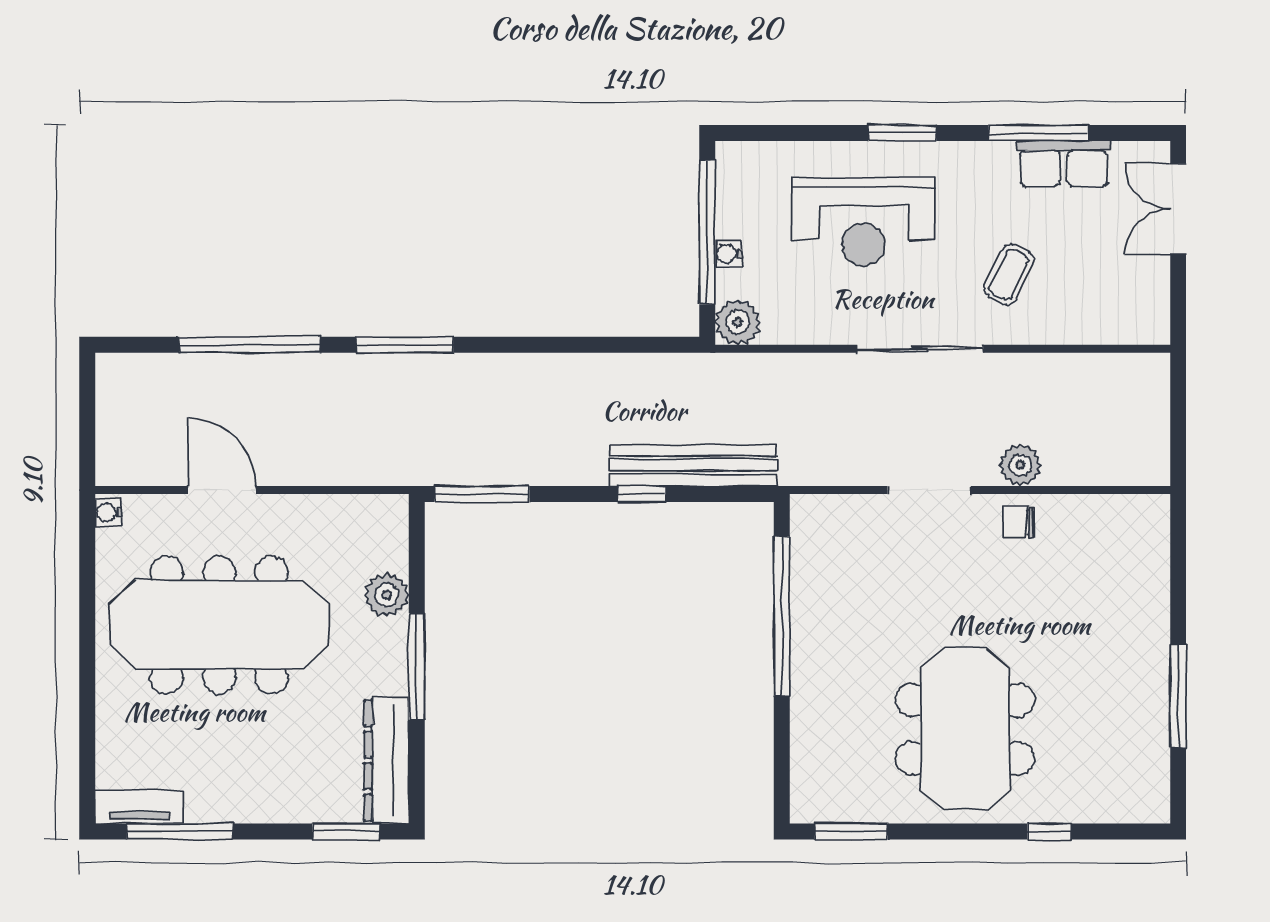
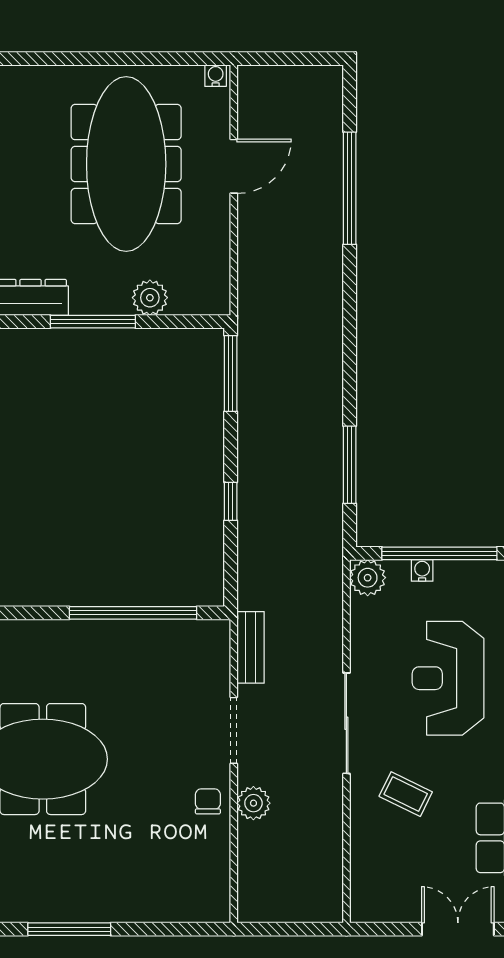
window: (405, 345) -> (350, 465), moved
bench: (693, 465) -> (251, 647), moved, width x0.54, depth x0.82

